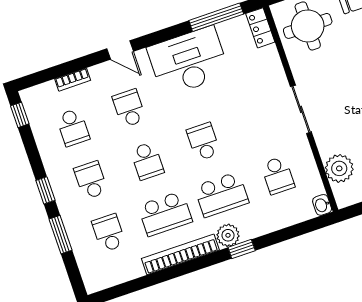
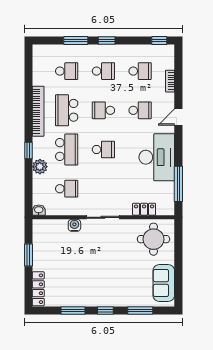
locker: (260, 28) -> (144, 209), moved
school desk: (73, 127) -> (140, 71), turned 180
water cooler: (327, 146) -> (74, 225), added
plant: (339, 168) -> (58, 229), removed
school desk: (278, 175) -> (67, 189), turned 180
school desk: (221, 195) -> (67, 149), turned 180
plant: (228, 235) -> (40, 167), moved

